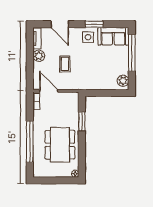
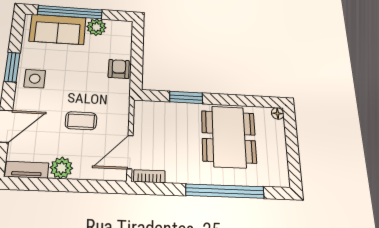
sofa: (113, 36) -> (58, 29), moved, turned 90
plant: (123, 81) -> (96, 27), moved
armchair: (97, 83) -> (119, 69), added
dining table: (60, 145) -> (229, 137), turned 90

